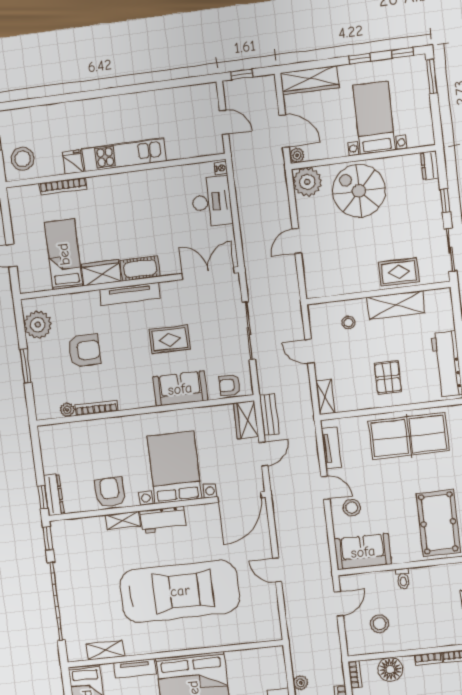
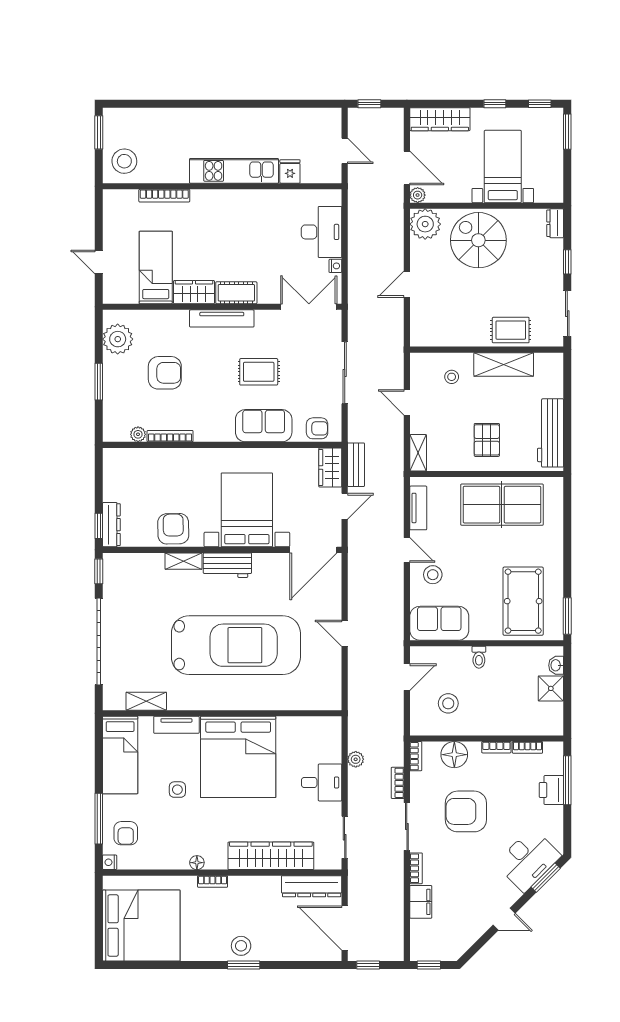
fridge: (73, 162) -> (290, 171), moved
nightstand: (221, 168) -> (335, 266), moved
armchair: (229, 385) -> (317, 428), turned 180

